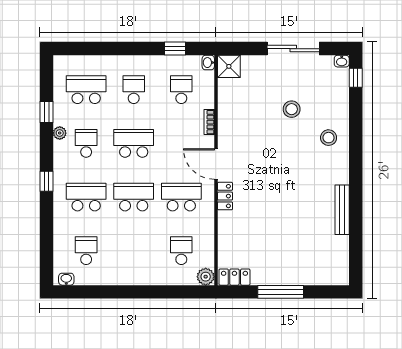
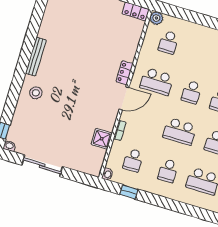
shower: (229, 66) -> (102, 139), moved
stool: (292, 109) -> (57, 122), removed
door: (216, 164) -> (124, 98), hinge flipped
school desk: (134, 197) -> (192, 92), width x0.54
bench: (342, 210) -> (36, 57), moved

